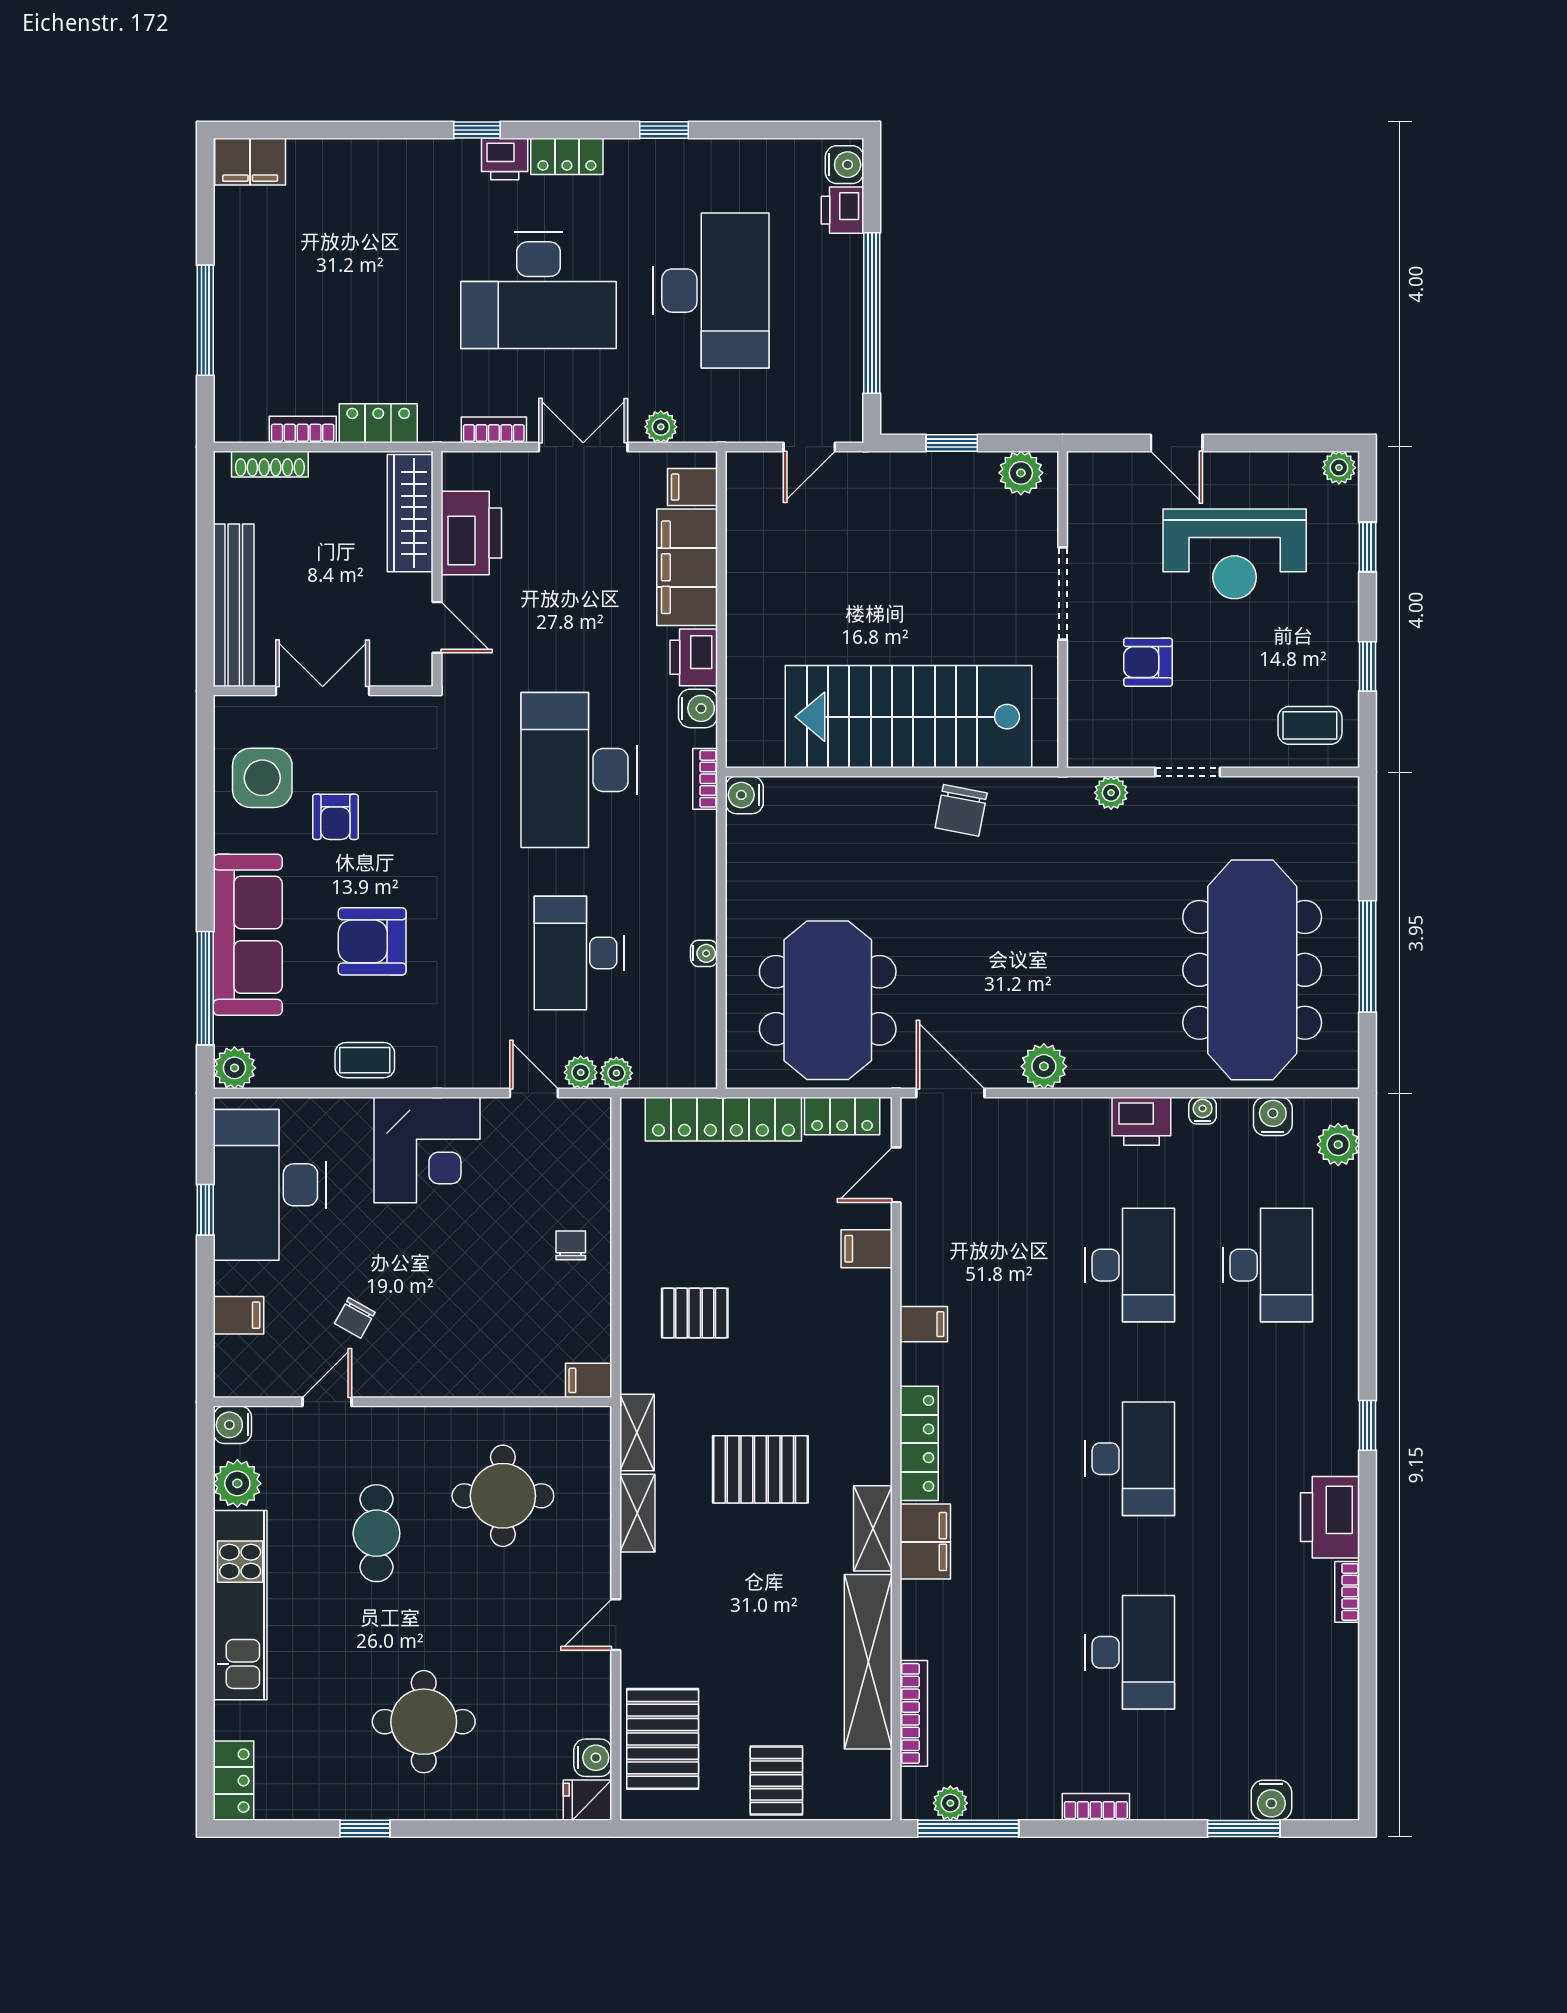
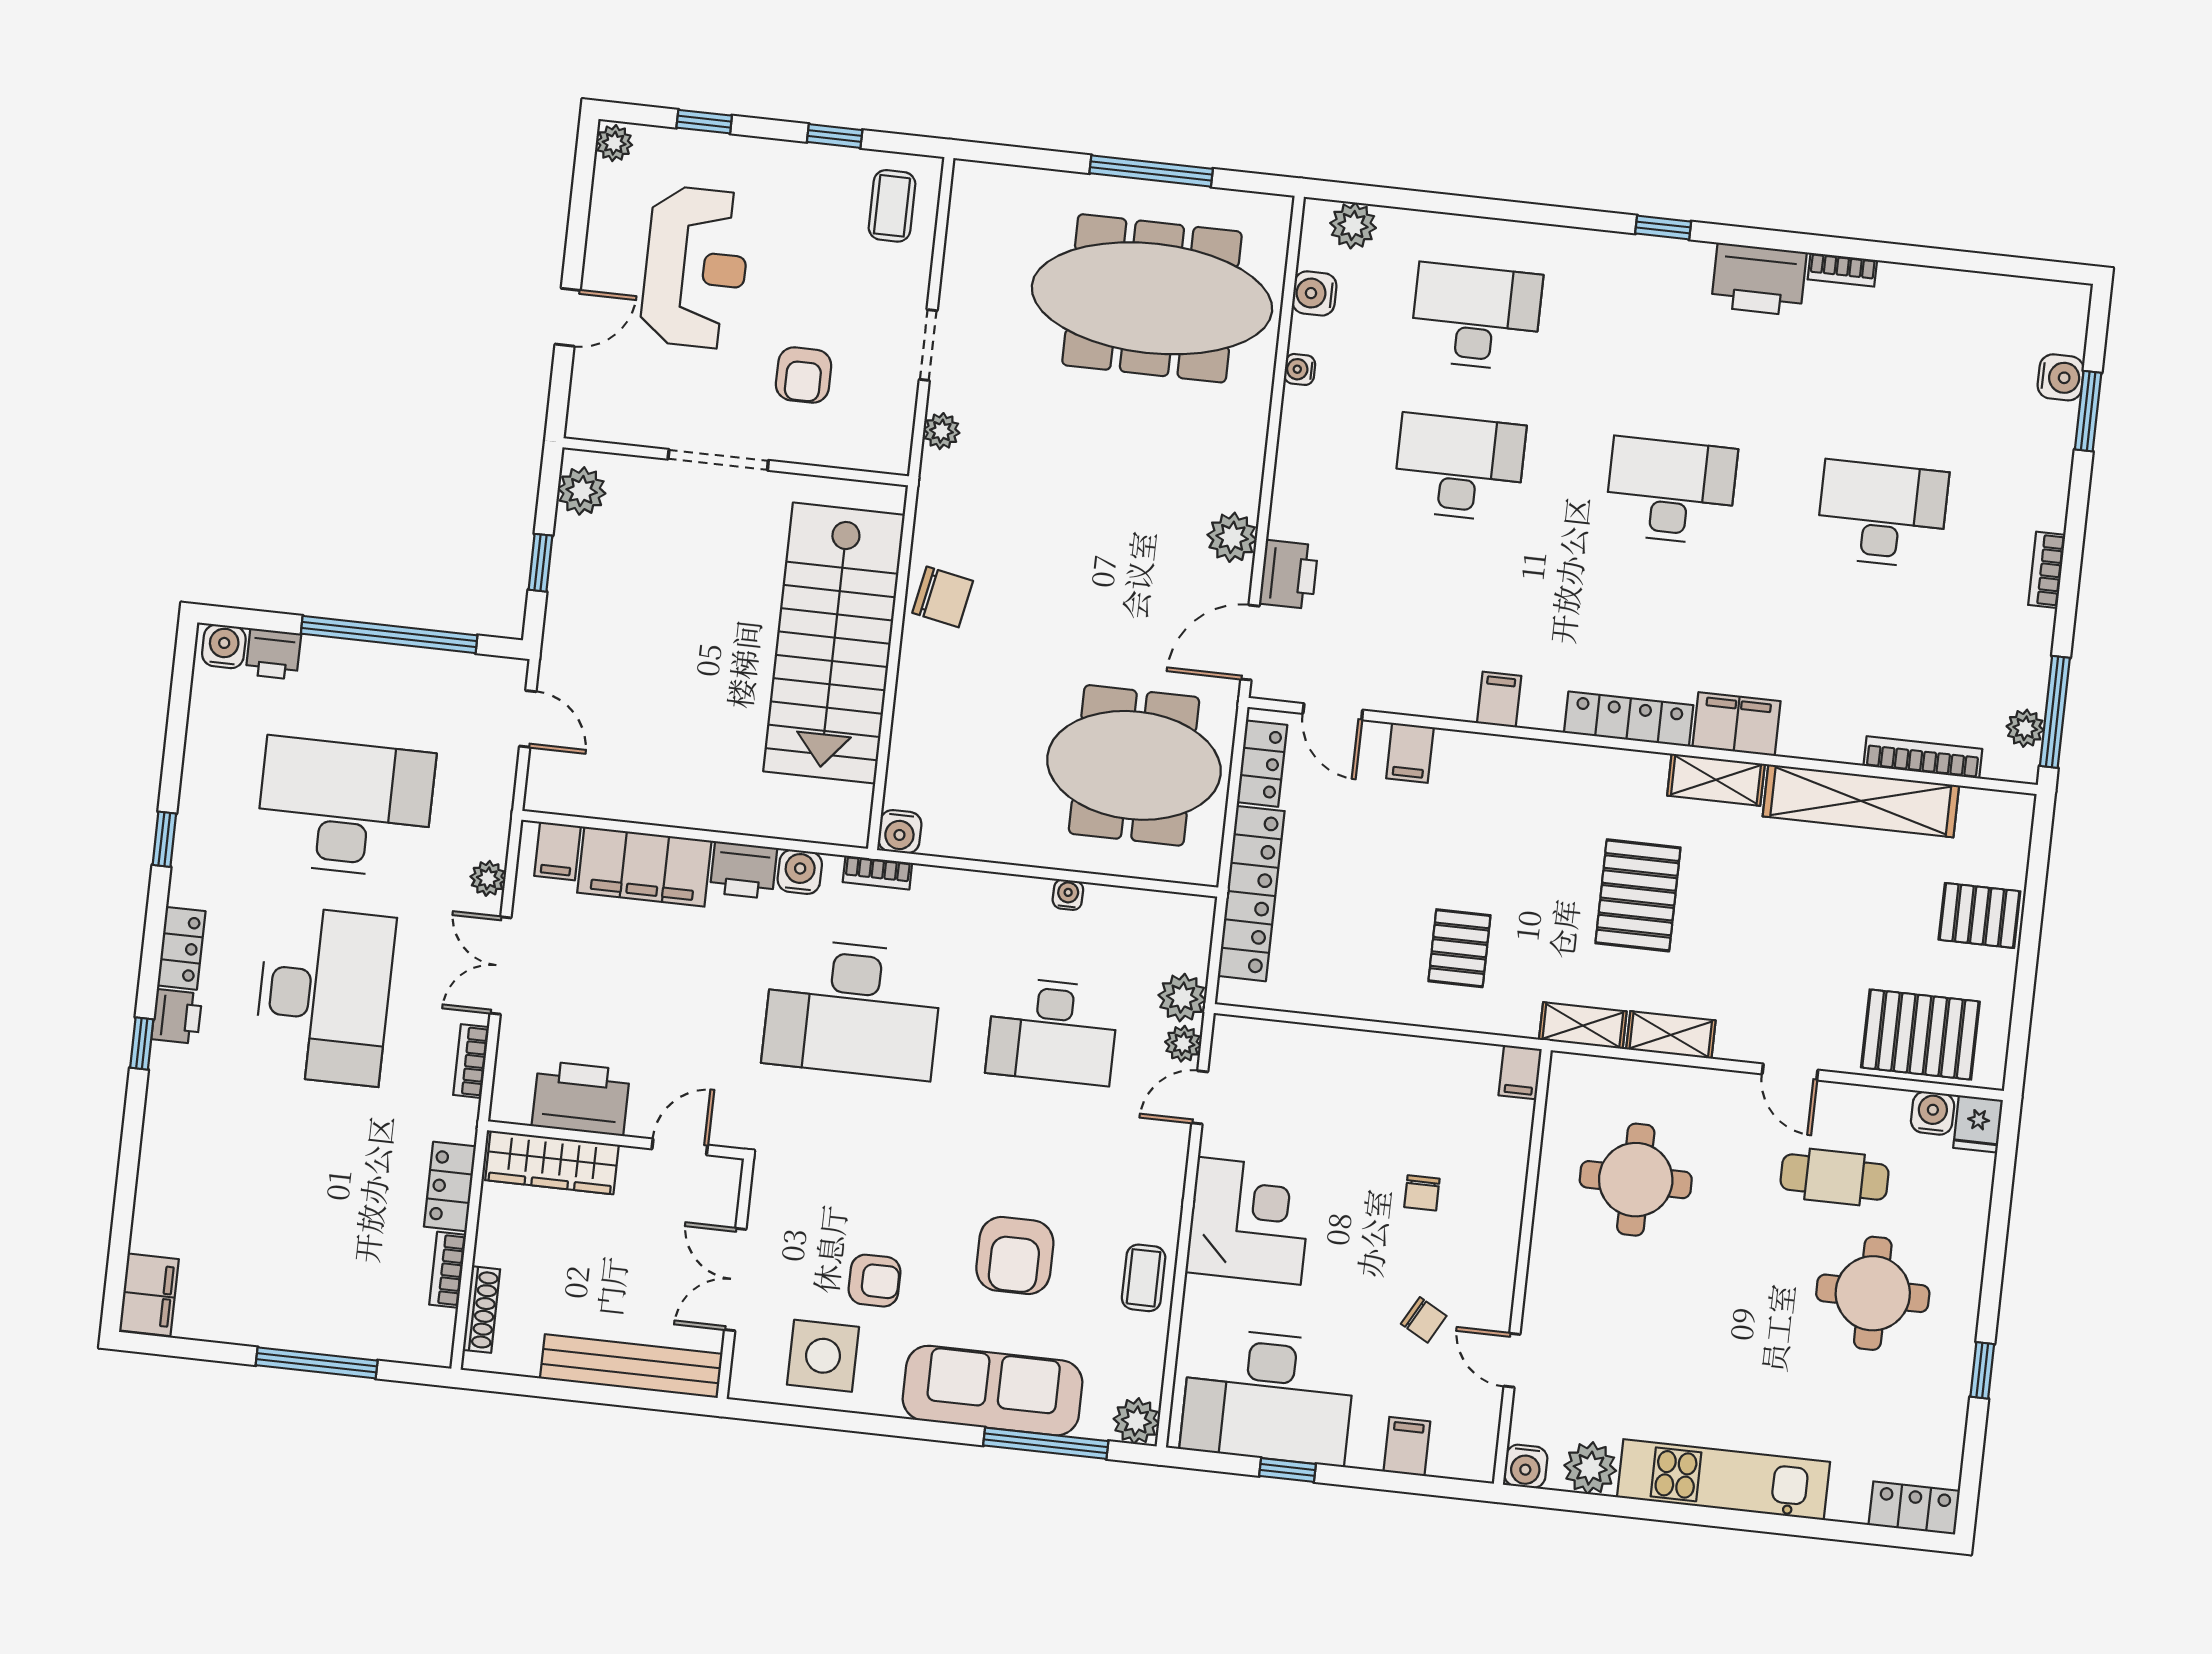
plant: (616, 1073) -> (1182, 998), width x1.38, depth x1.38
printer: (1141, 1121) -> (1289, 575), moved
chair: (571, 1245) -> (1422, 1193), moved, turned -90
cafe table: (376, 1533) -> (1835, 1177), moved

